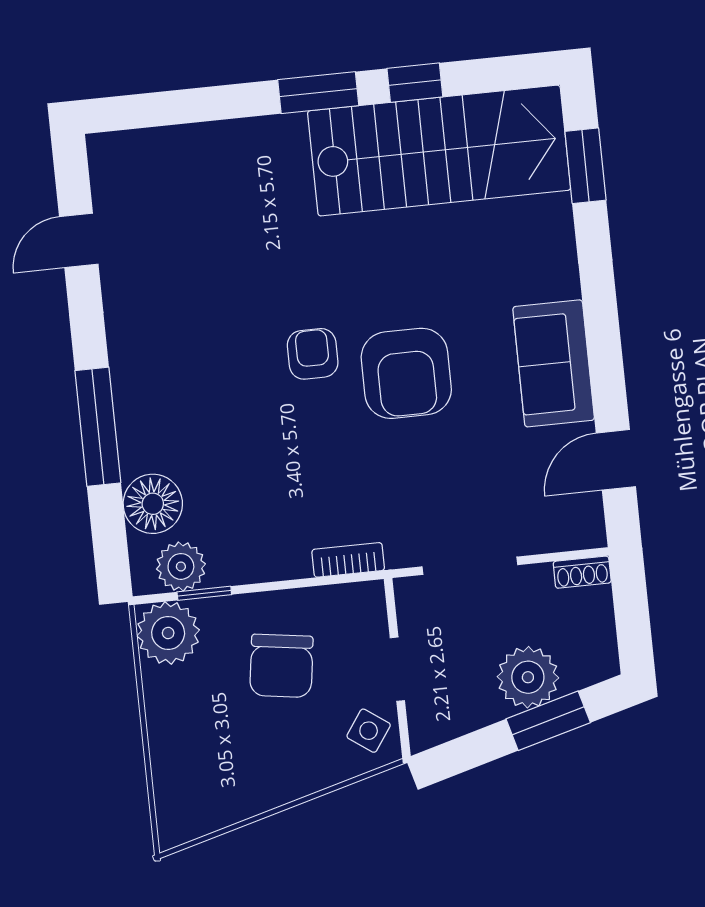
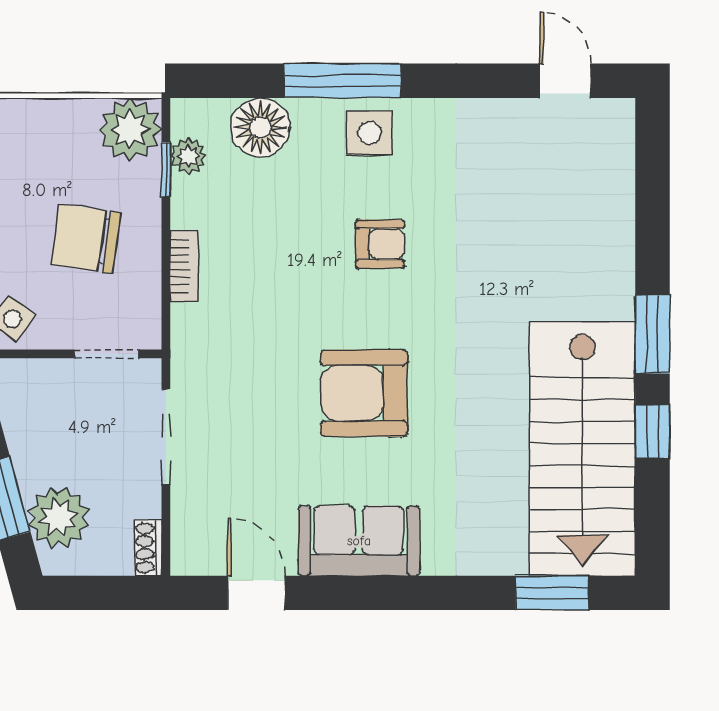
door: (79, 240) -> (565, 81), moved
armchair: (313, 354) -> (380, 244), moved
side table: (147, 395) -> (369, 133), added
bookcase: (348, 560) -> (184, 266), moved
plant: (181, 566) -> (188, 156), width x0.73, depth x0.73
doorway: (397, 669) -> (106, 354), moved
plant: (528, 677) -> (59, 517), moved

